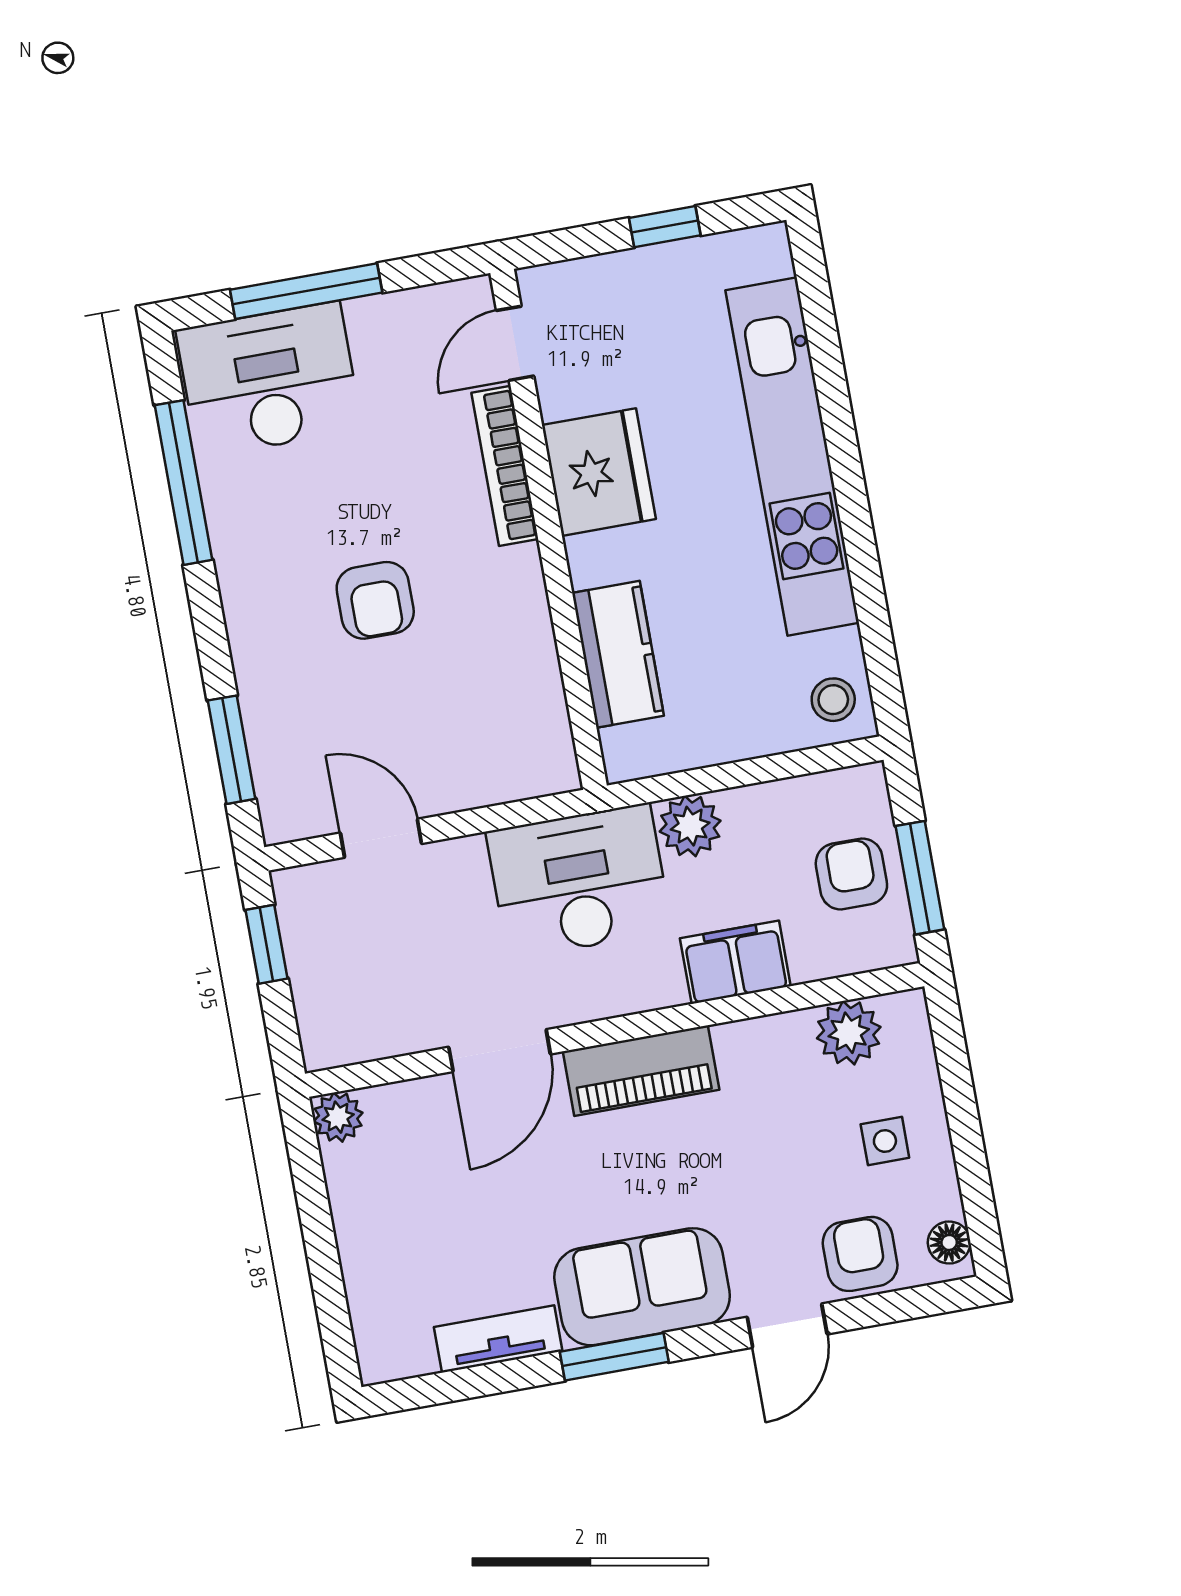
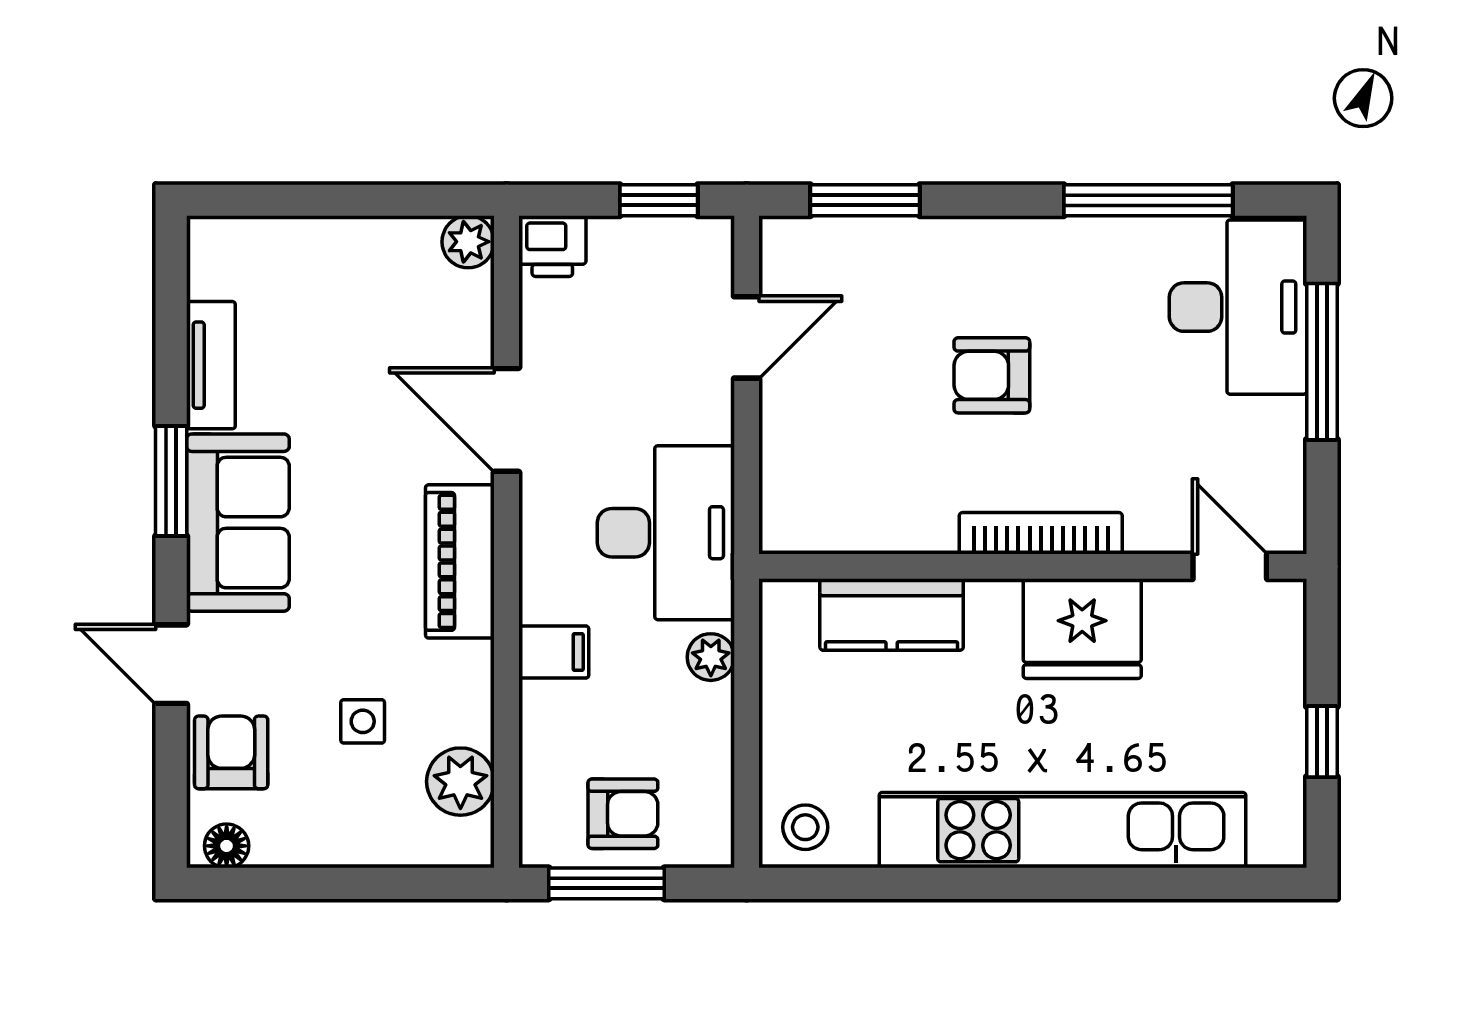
bookcase: (505, 466) -> (1041, 533), moved
plant: (690, 826) -> (711, 657), width x0.73, depth x0.73
filing cabinet: (735, 962) -> (554, 652), width x0.50
printer: (328, 1037) -> (552, 246), added
side table: (885, 1141) -> (363, 721), moved
armchair: (860, 1254) -> (231, 752), turned -90

